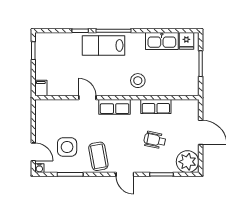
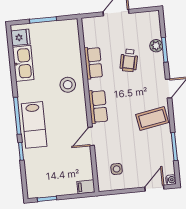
side table: (67, 147) -> (117, 169), moved, width x0.54, depth x0.54
plant: (187, 162) -> (156, 46), moved, width x0.53, depth x0.53

